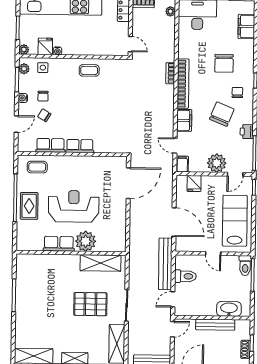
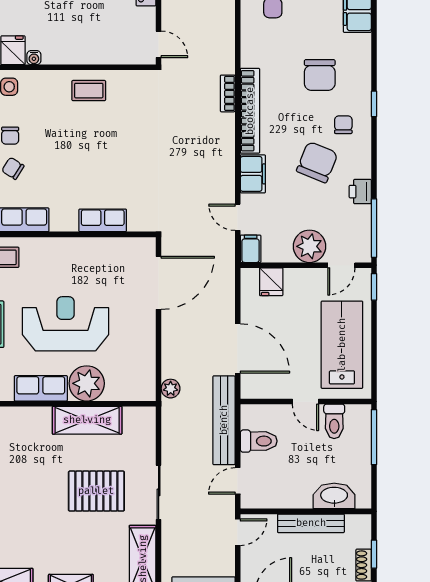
row of seats: (80, 146) -> (103, 220), moved
plant: (134, 245) -> (171, 389), added
shelving: (101, 263) -> (87, 420), moved
toilet: (245, 266) -> (334, 421), moved

